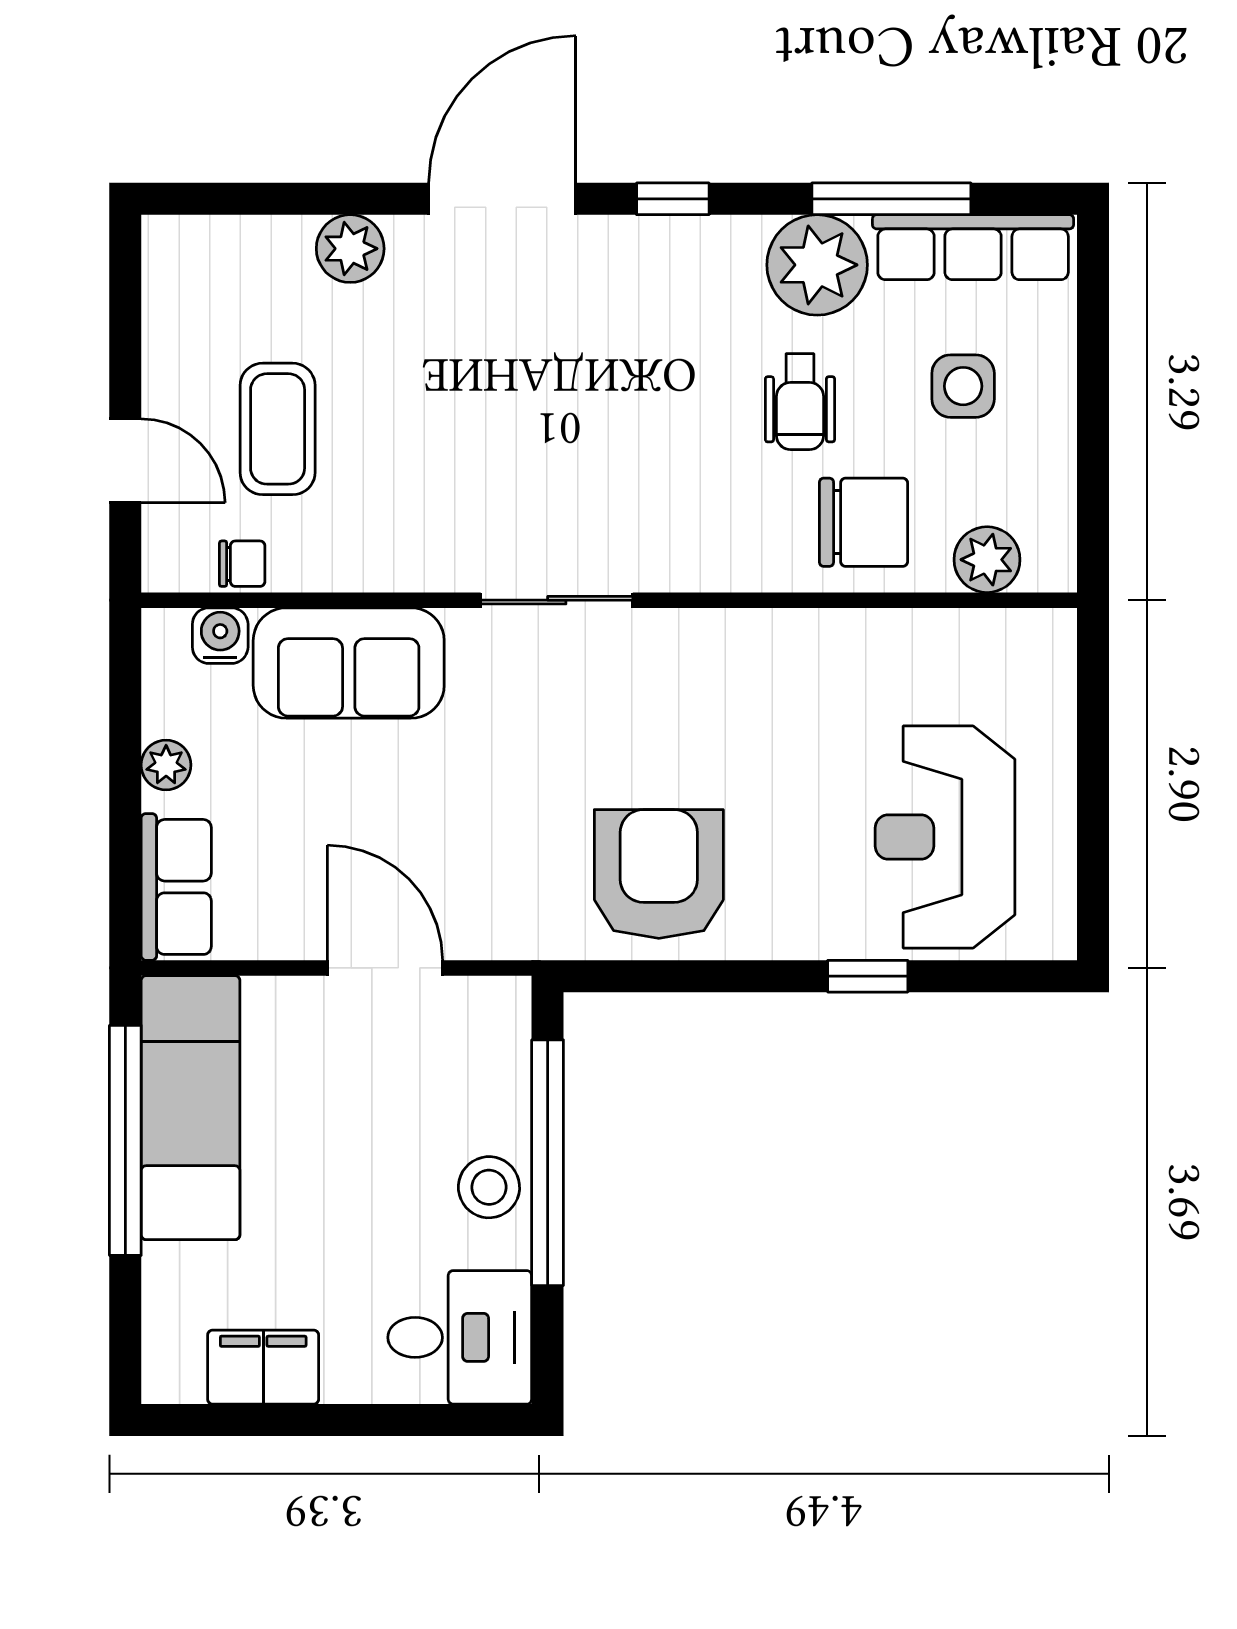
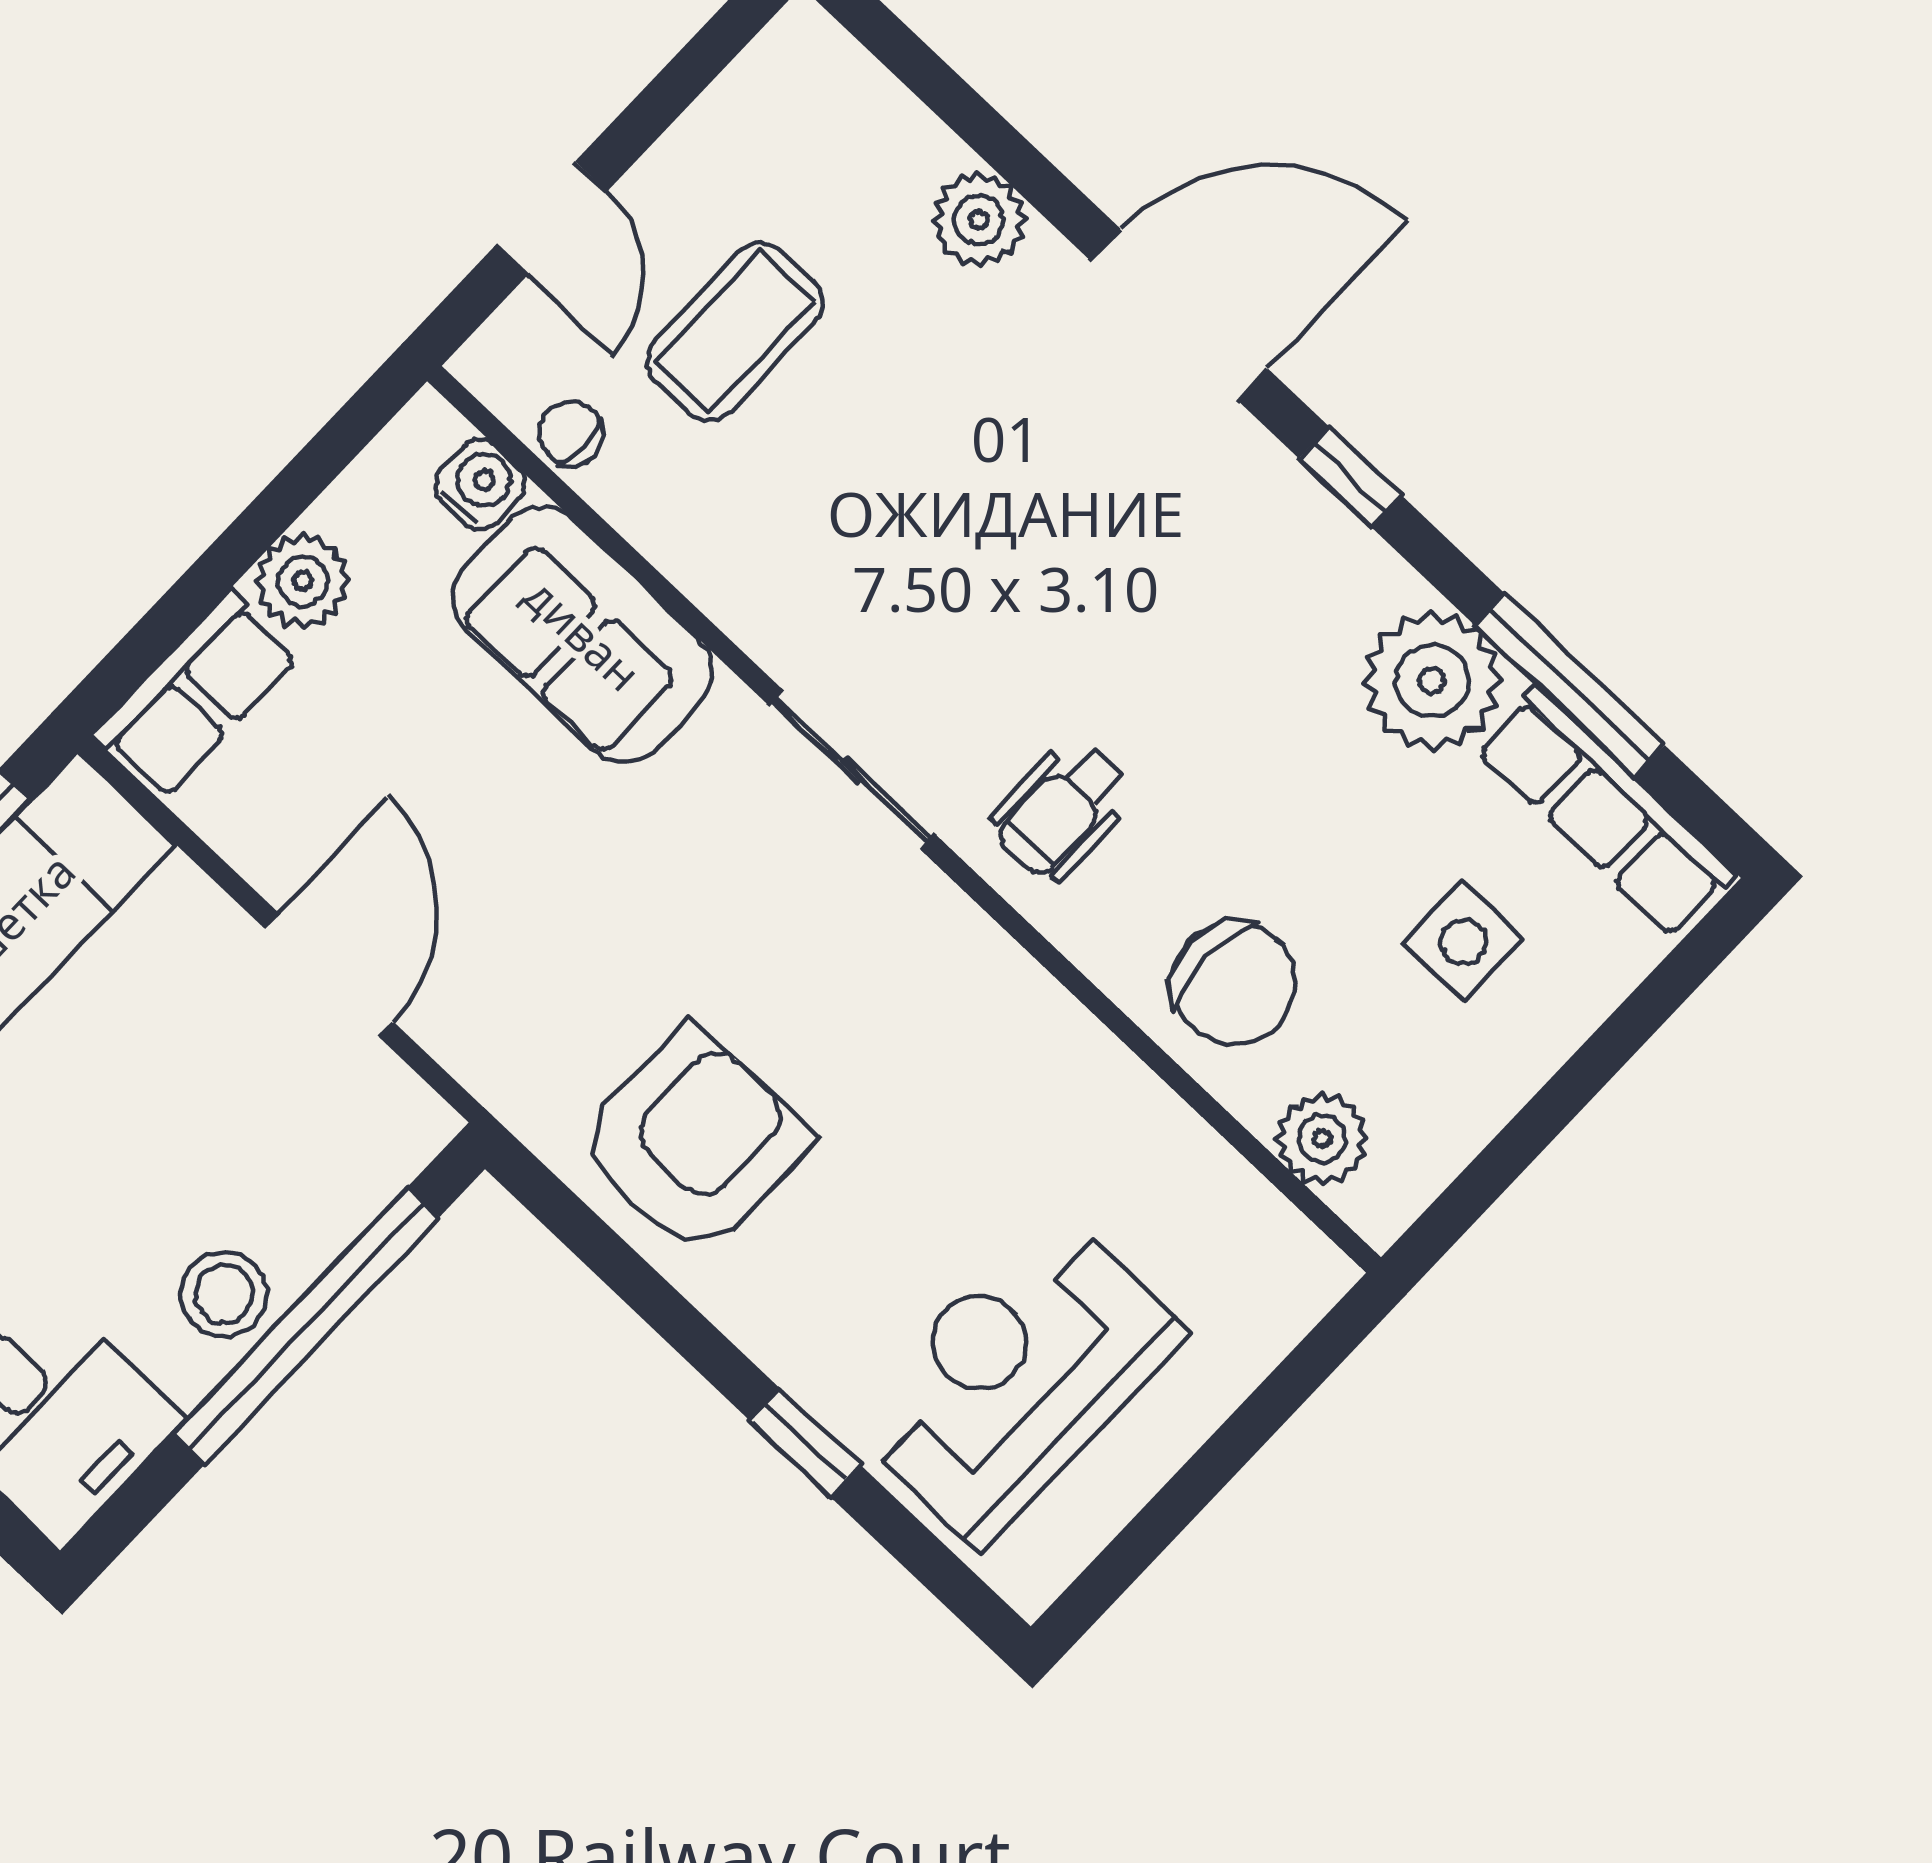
wheelchair: (800, 402) -> (1062, 810), moved
chair: (242, 564) -> (570, 433), turned 180
plant: (166, 765) -> (303, 581), width x1.38, depth x1.38

